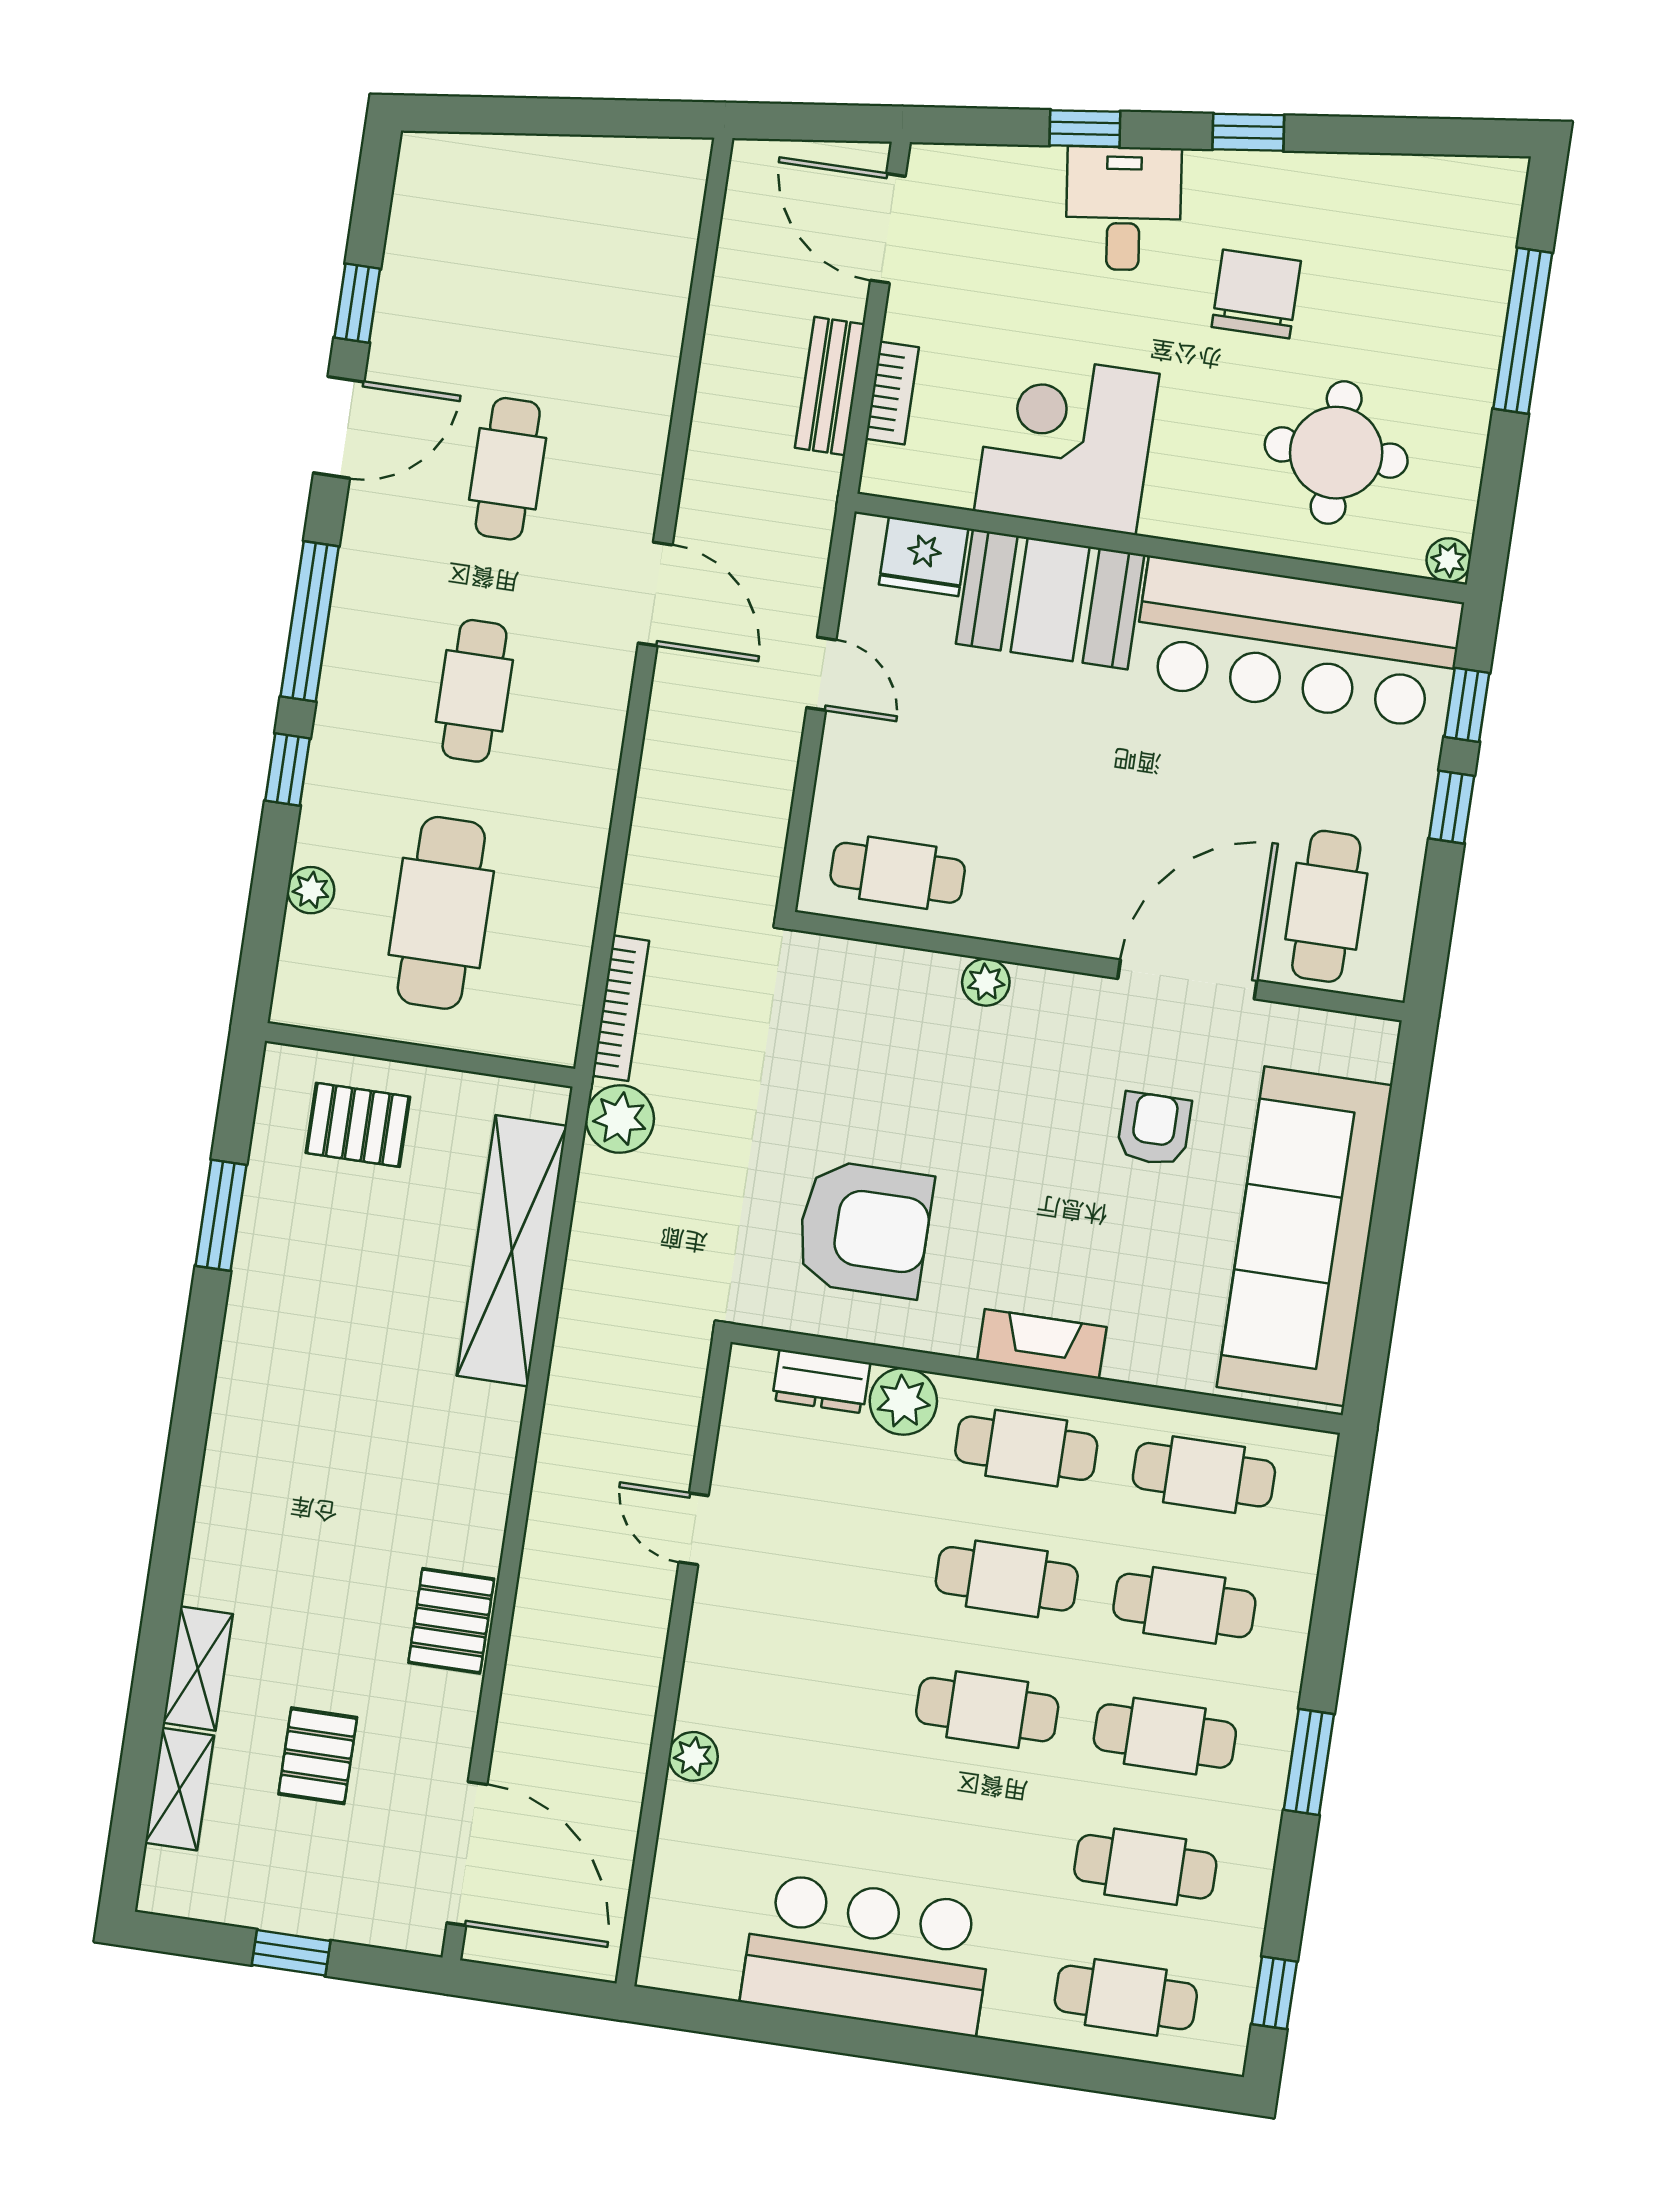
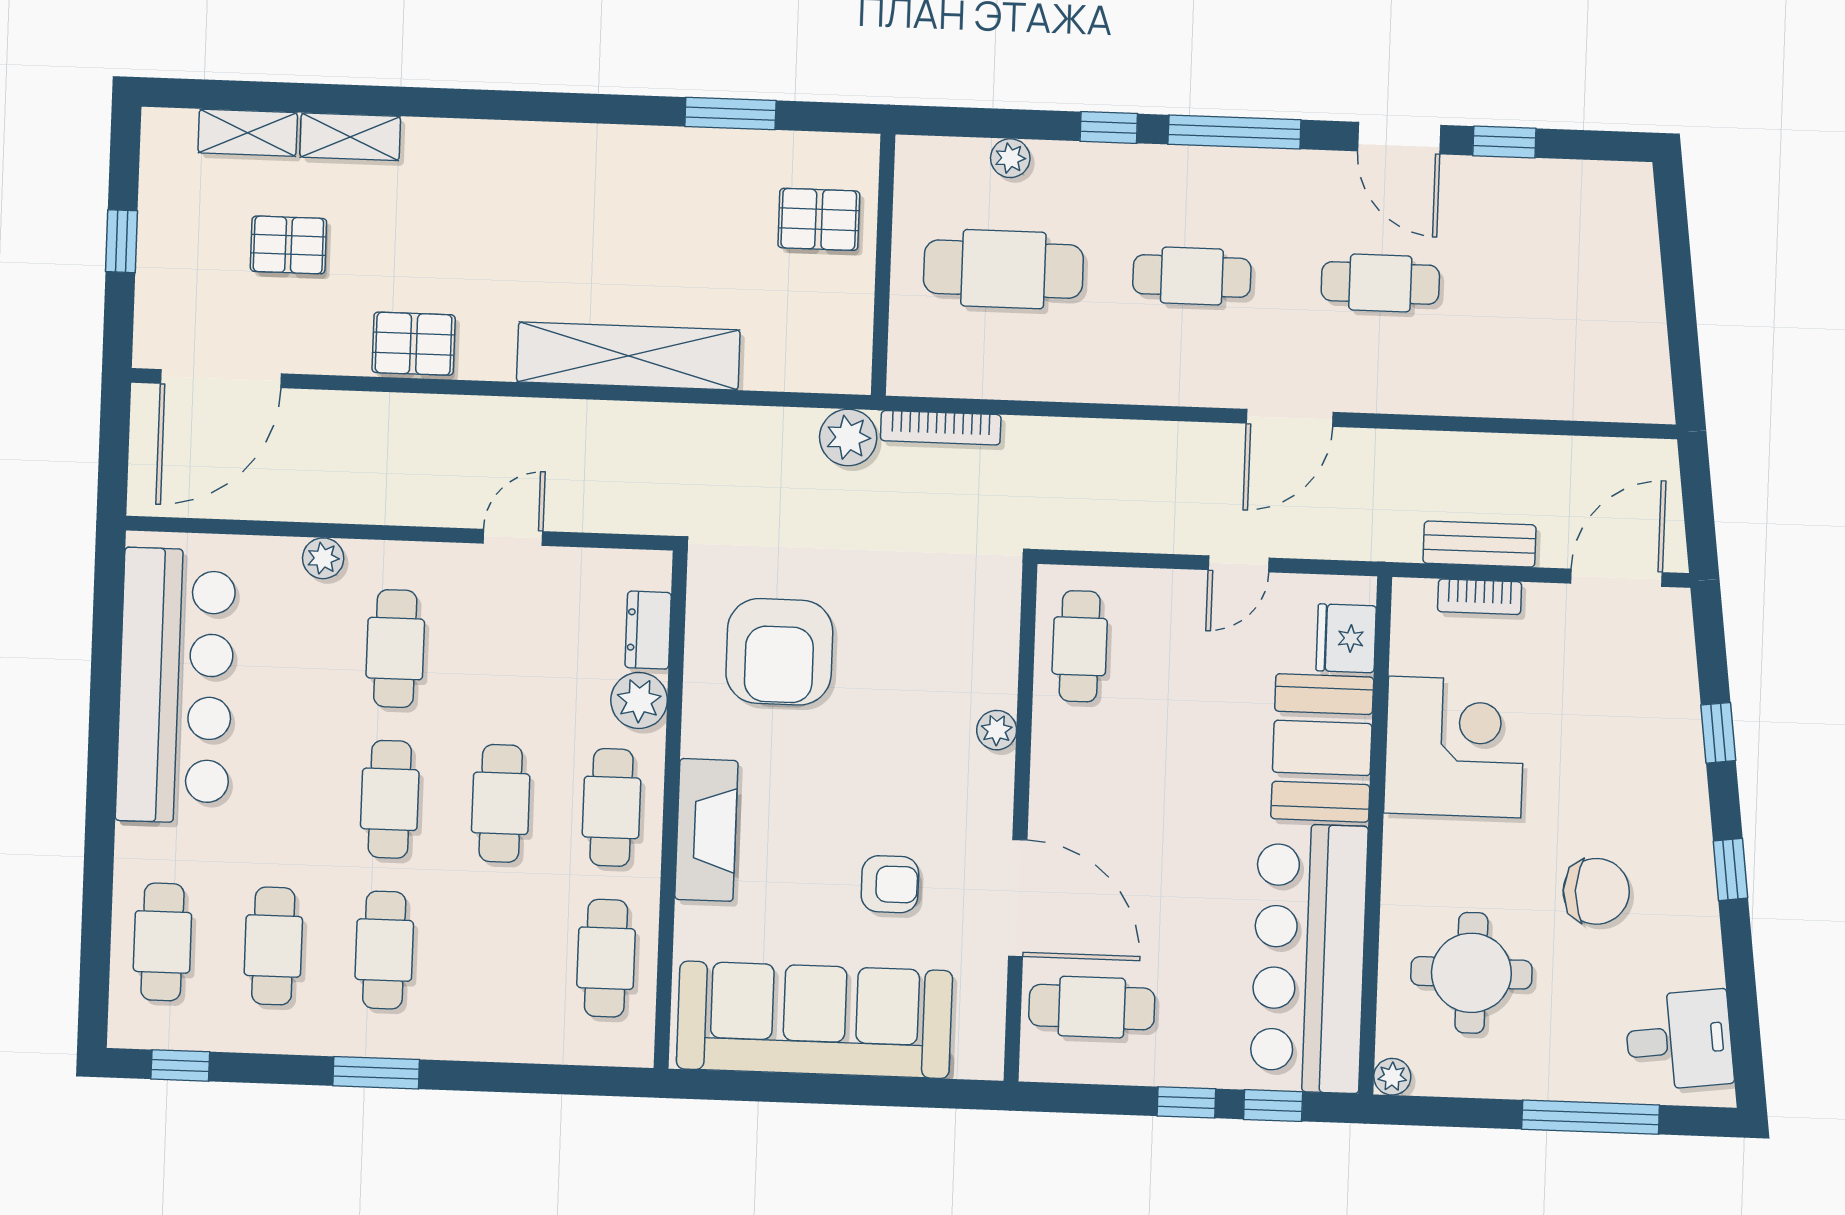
desk: (1123, 208) -> (1679, 1040), moved
pallet: (358, 1125) -> (819, 219), turned 90
shelving: (512, 1251) -> (628, 356), moved
fireplace: (1042, 1344) -> (706, 830), width x1.37, depth x1.32
cafe table: (1184, 1605) -> (395, 649), moved
bar counter: (867, 1954) -> (176, 686), width x1.36

